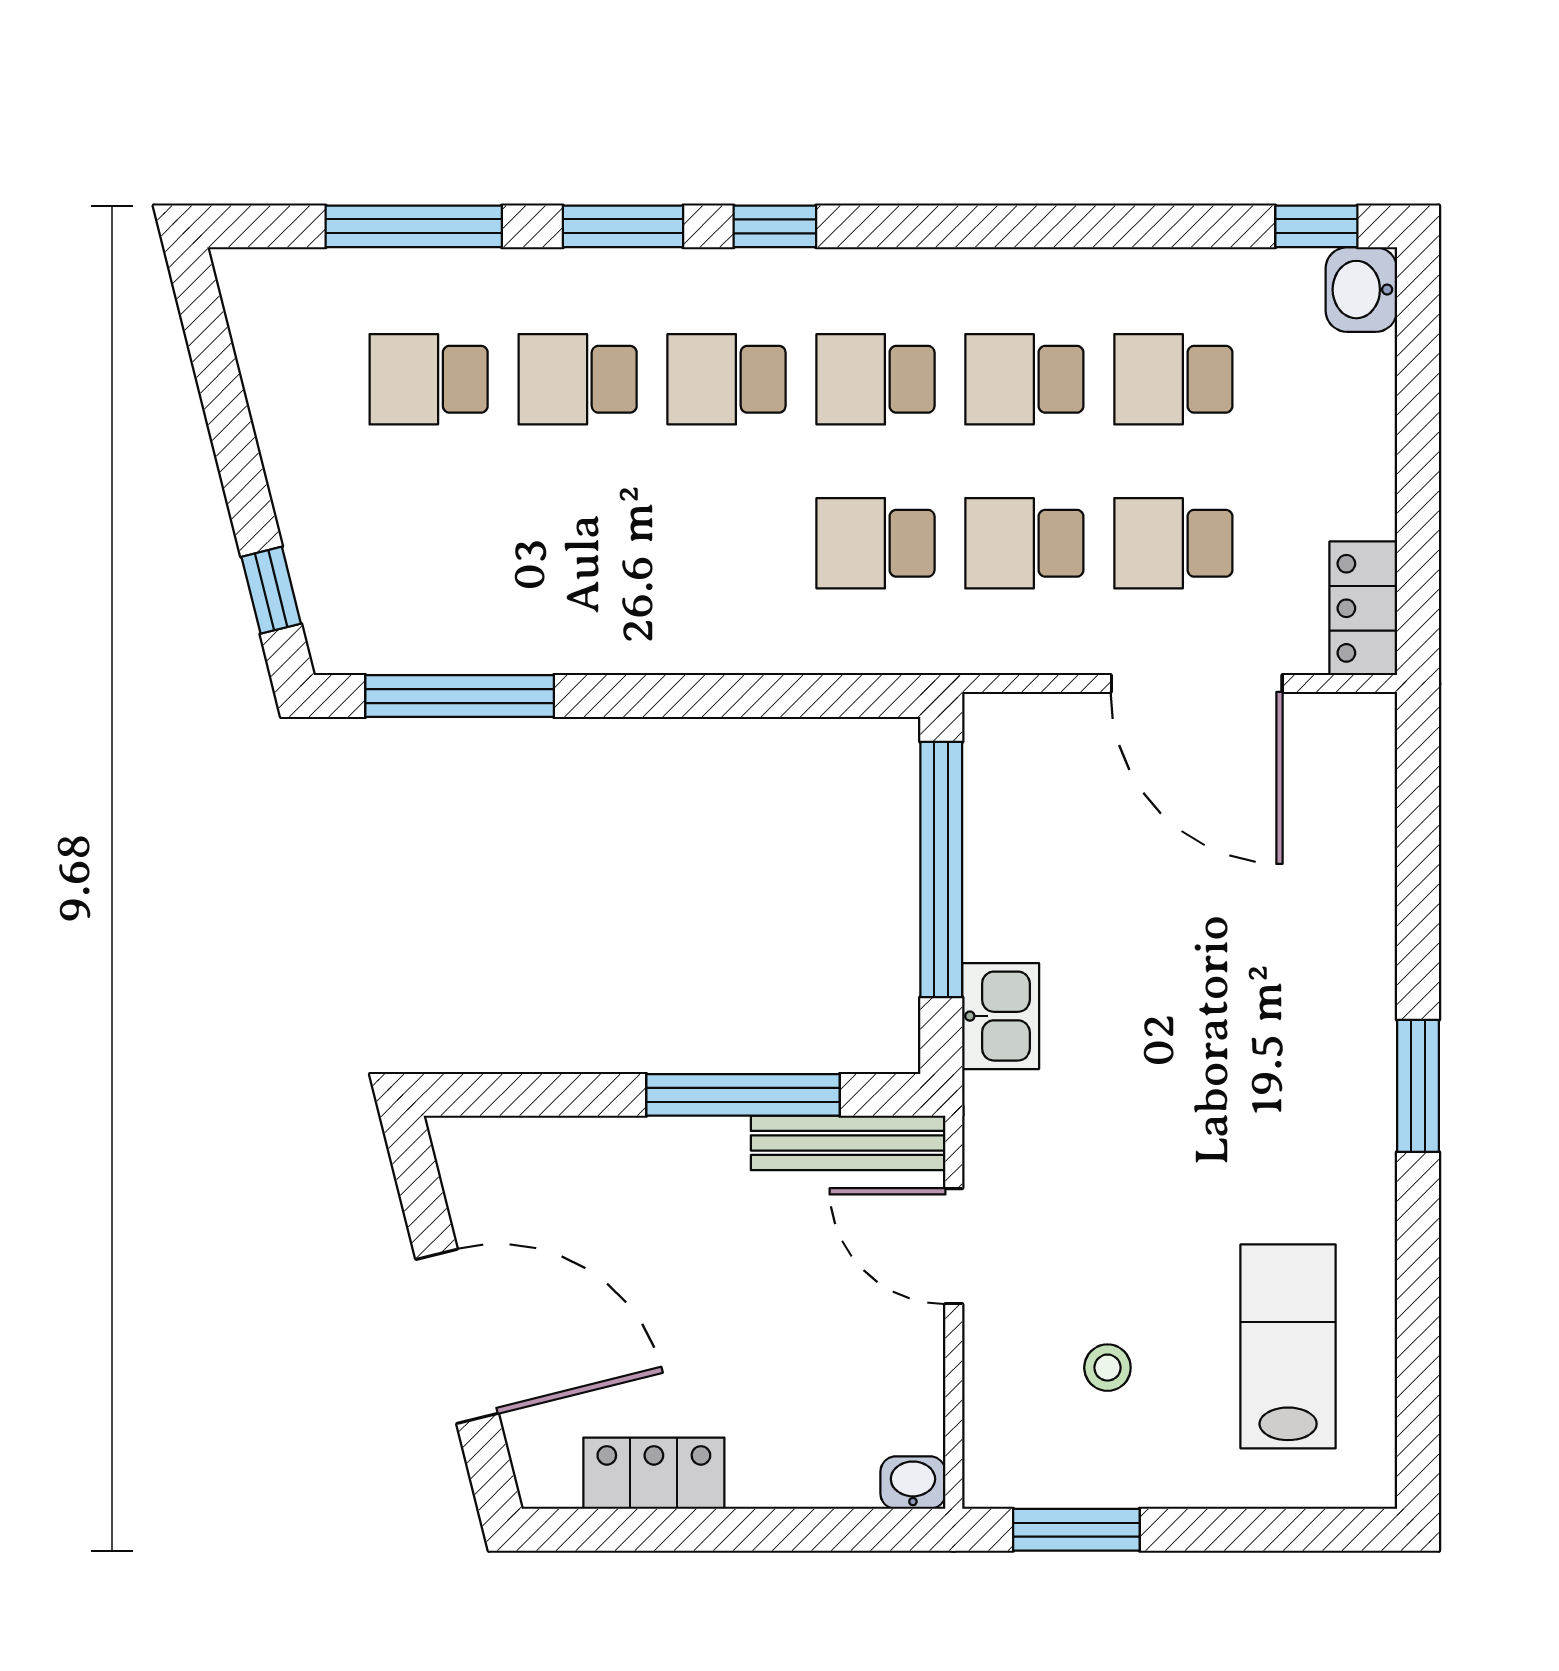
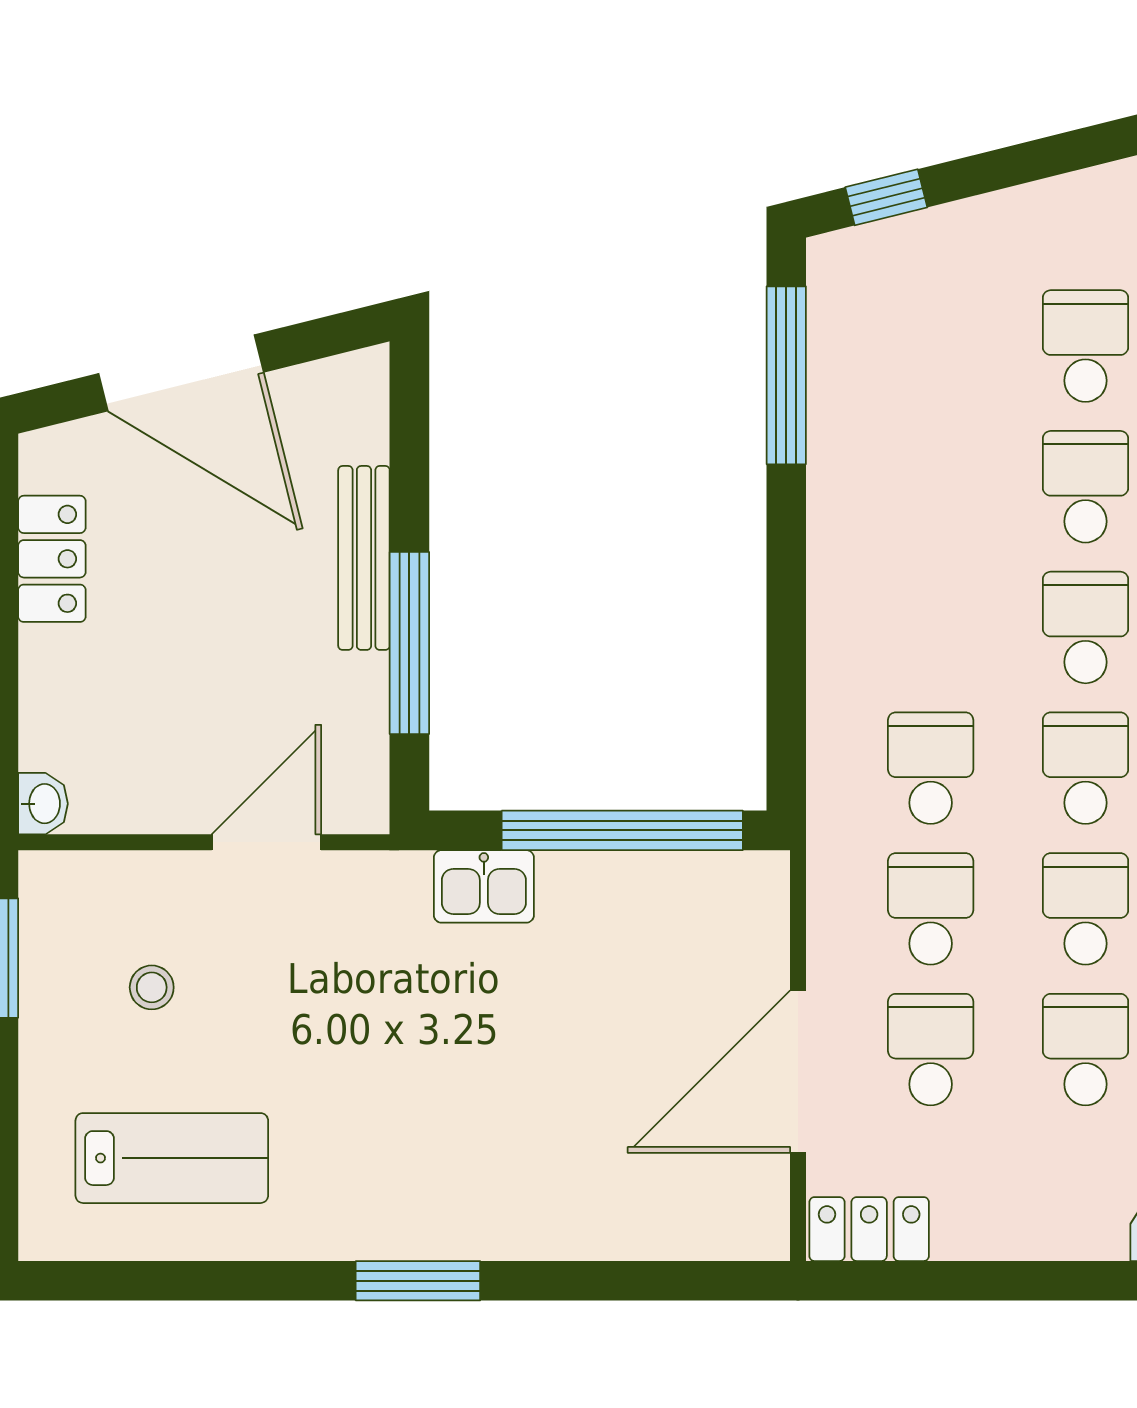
bench: (848, 1143) -> (364, 558), moved
door: (457, 1336) -> (181, 373), hinge flipped

